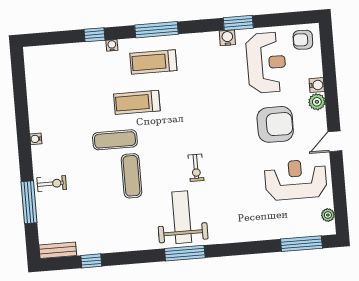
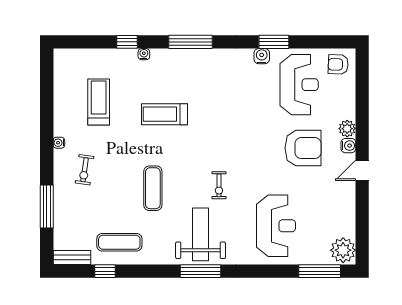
treadmill: (153, 62) -> (99, 102), moved, turned 90
water cooler: (317, 85) -> (348, 146), moved
exercise mat: (115, 140) -> (119, 242), moved
reception desk: (296, 180) -> (276, 226), moved, turned 90
exercise bike: (52, 184) -> (85, 170), moved, turned 98
plant: (328, 215) -> (343, 250), width x1.87, depth x1.87

